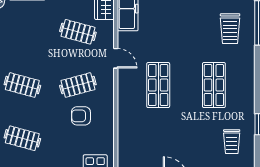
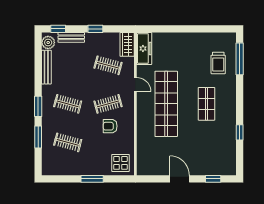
shop shelf: (158, 85) -> (166, 104), width x2.00, depth x1.36
trolley: (232, 142) -> (219, 145), removed

